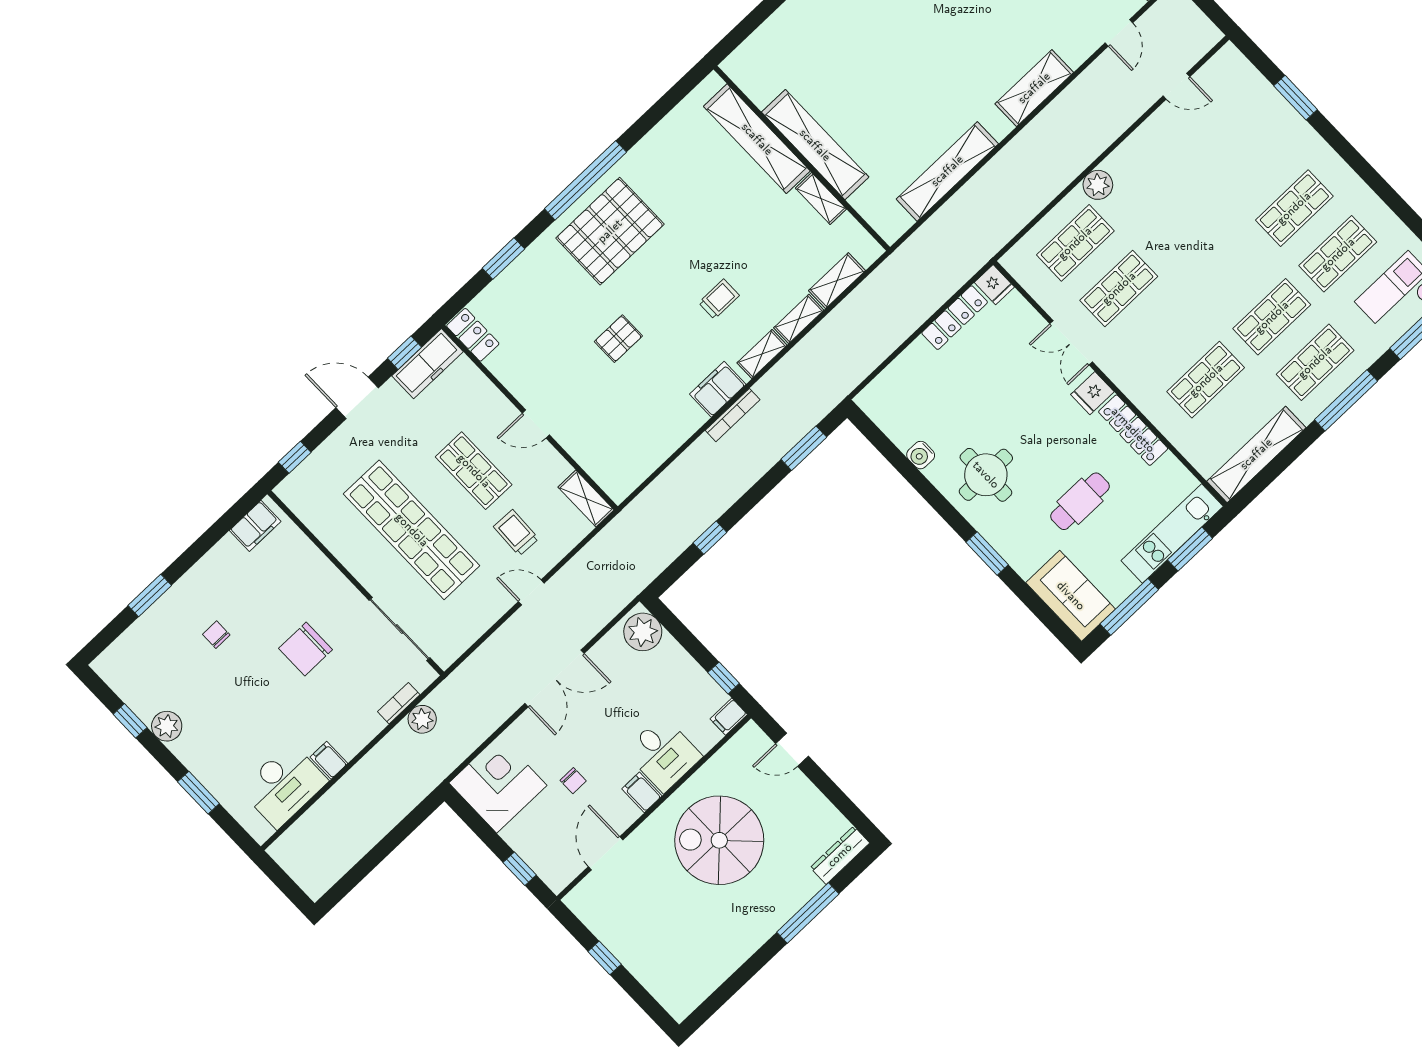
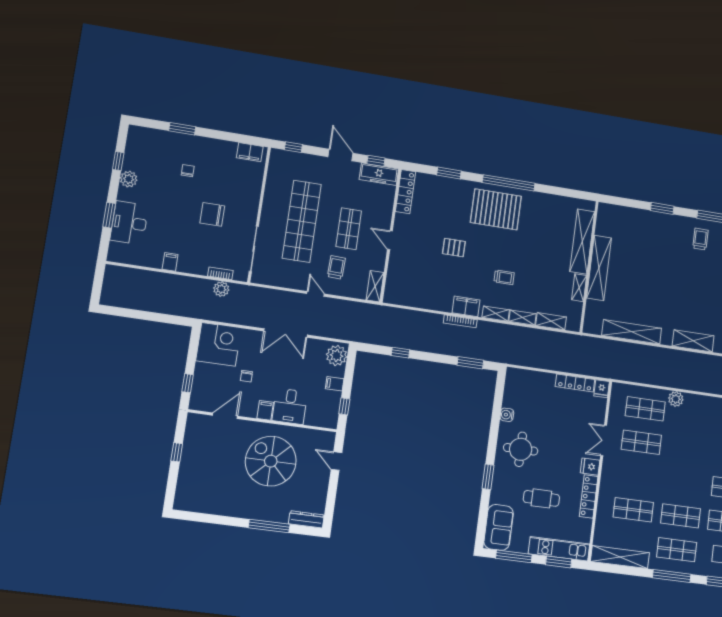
locker: (473, 335) -> (406, 192), width x1.53
filing cabinet: (729, 717) -> (335, 384), moved
desk: (284, 785) -> (129, 223), moved, turned 90

